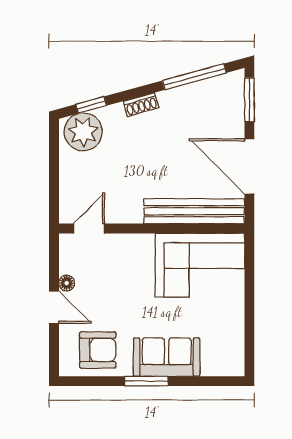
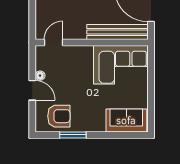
sofa: (167, 357) -> (126, 120), moved
window: (146, 381) -> (73, 135), moved

